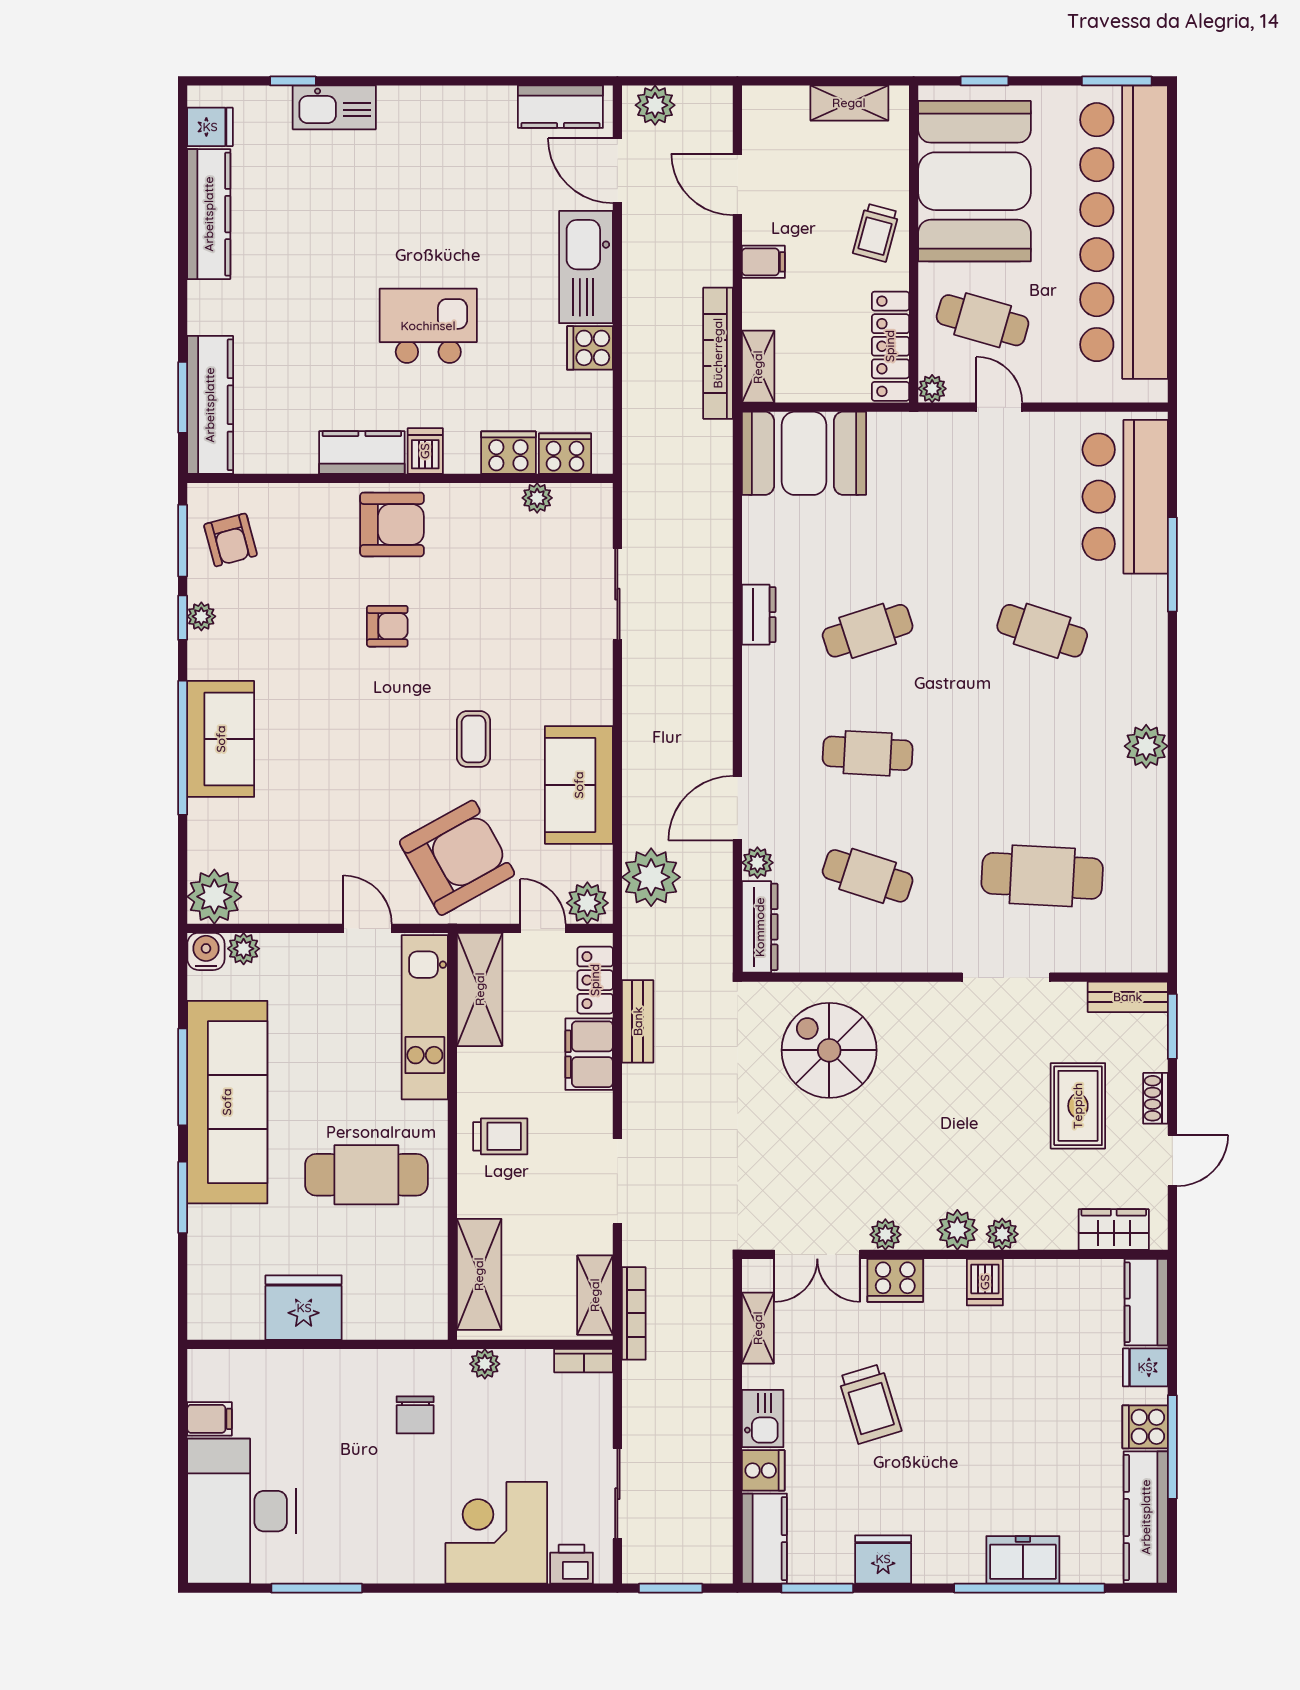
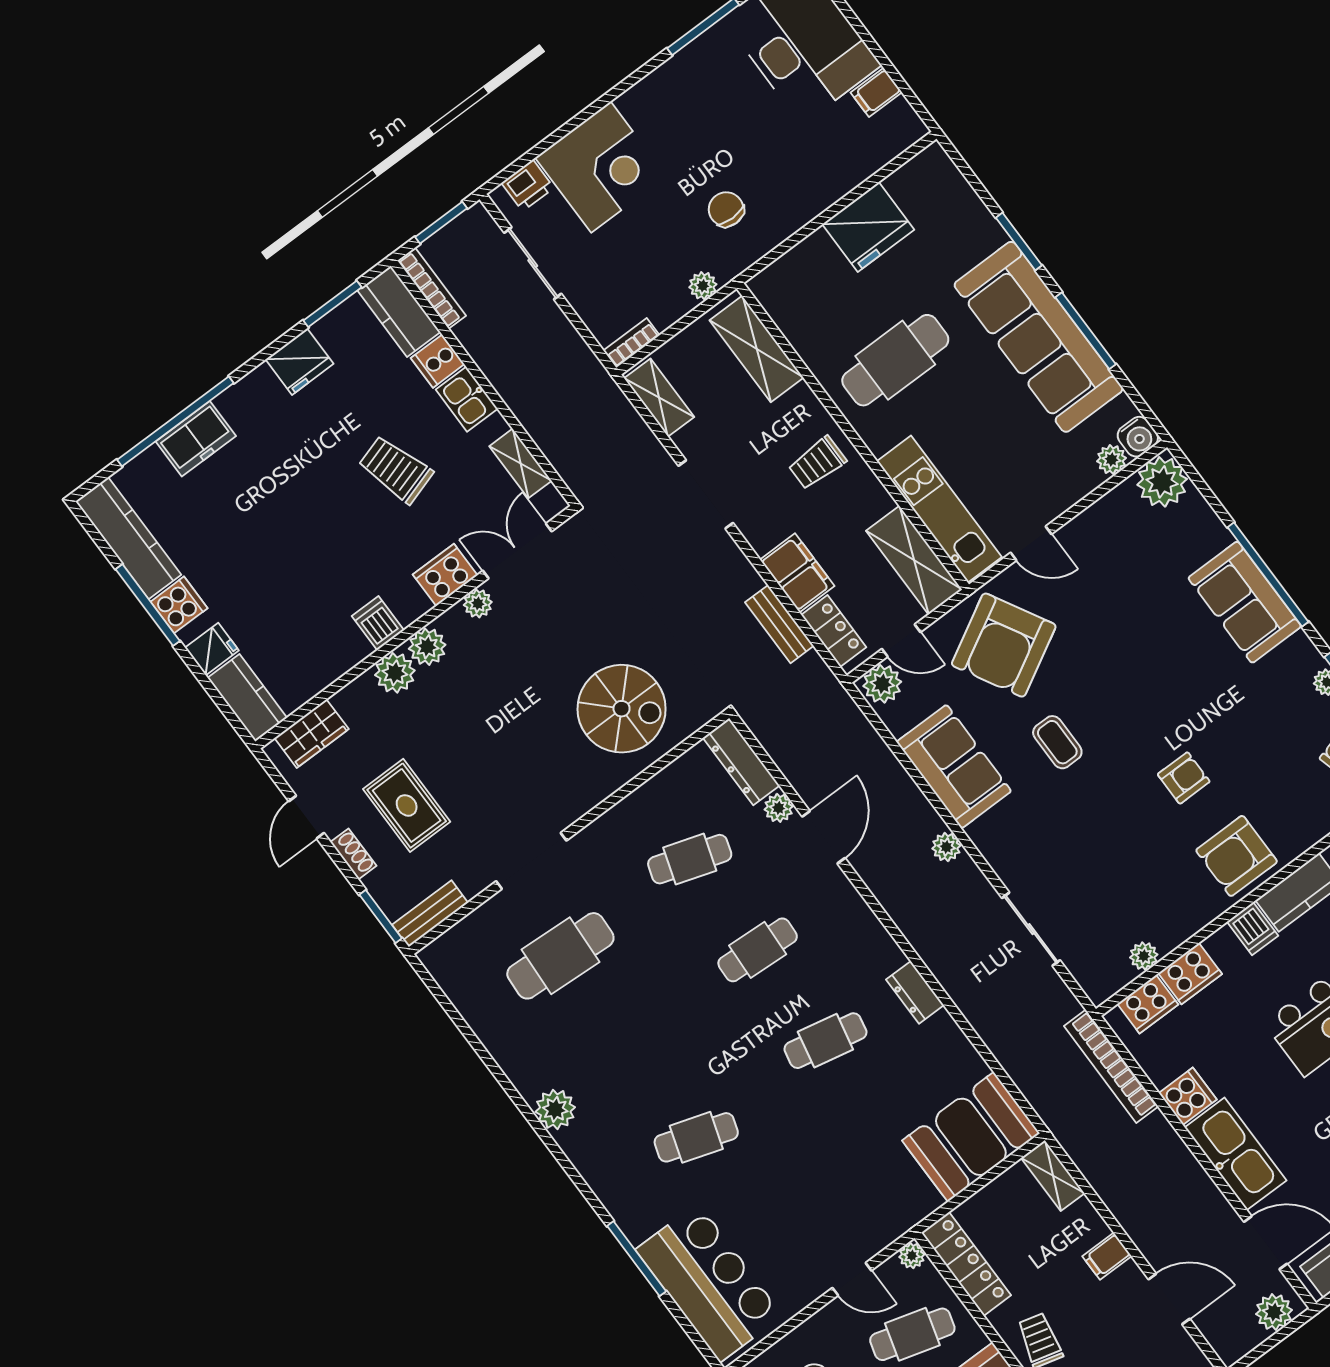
bookcase: (718, 353) -> (1111, 1066), moved, turned 180
armchair: (387, 626) -> (1184, 778), turned 180
cafe table: (868, 631) -> (825, 1041), turned 30
plant: (651, 877) -> (946, 847), moved, width x0.53, depth x0.53
plant: (1002, 1234) -> (395, 673), width x1.38, depth x1.38
bookcase: (634, 1313) -> (432, 288), moved, turned 180

